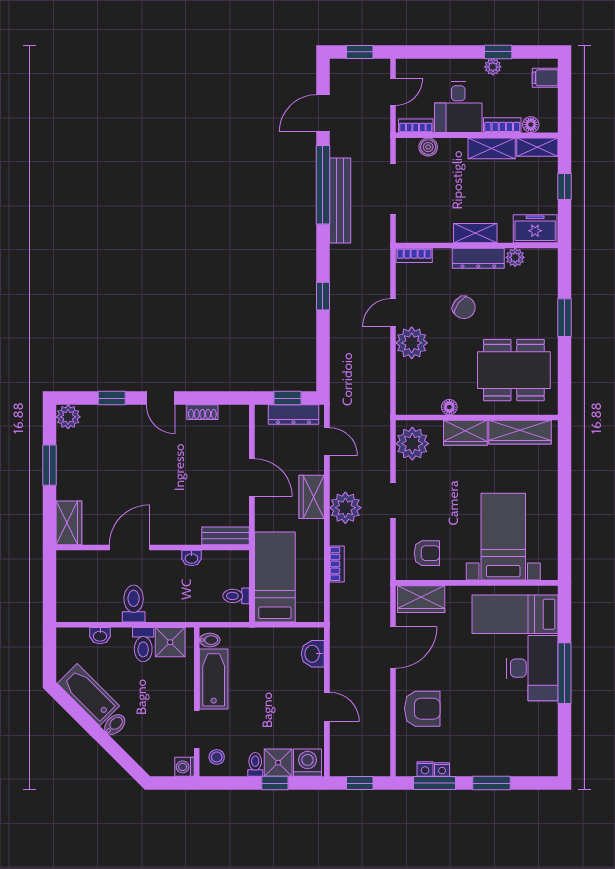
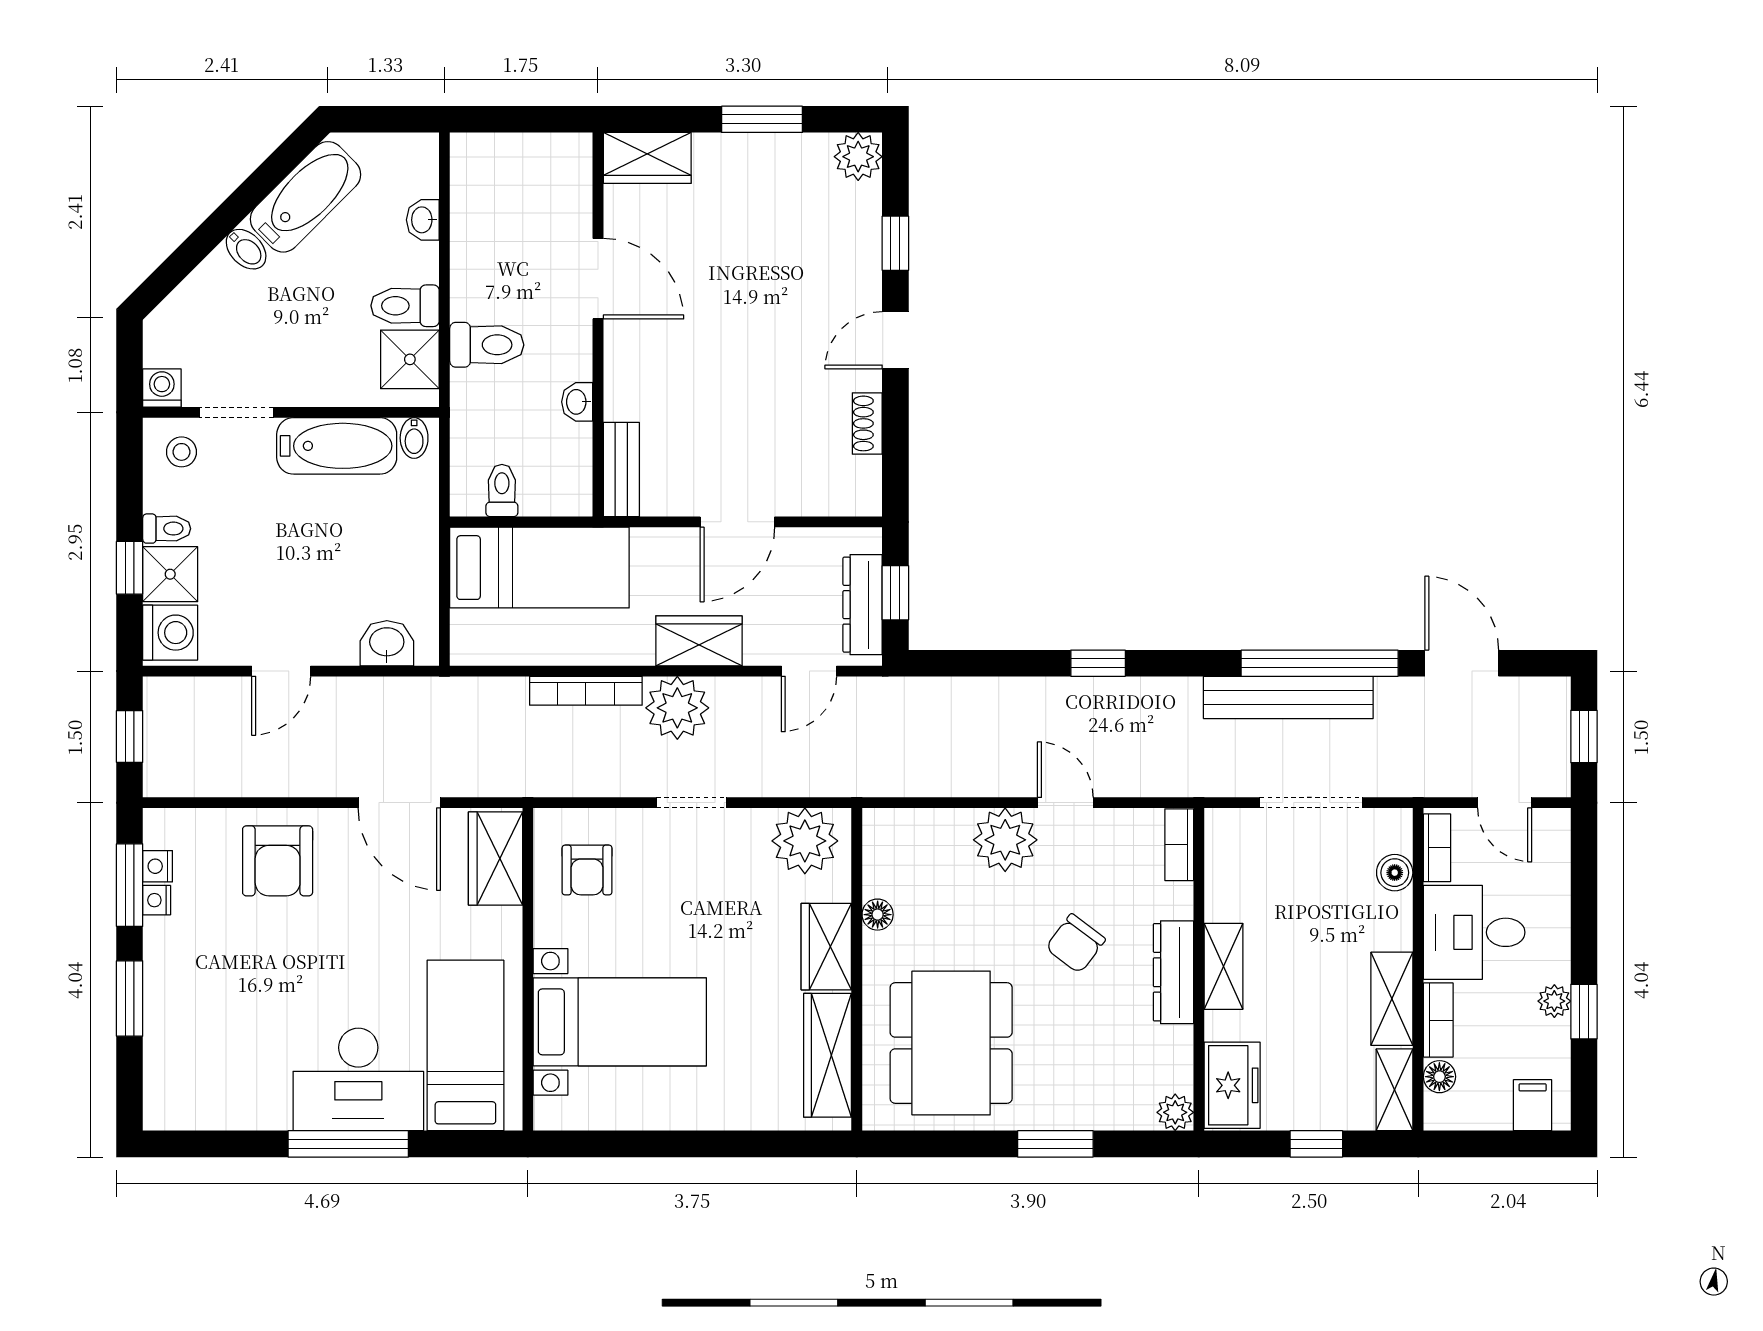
plant: (515, 257) -> (1175, 1112), moved
bookcase: (337, 564) -> (586, 691), width x1.56
toilet: (134, 604) -> (487, 345), moved

